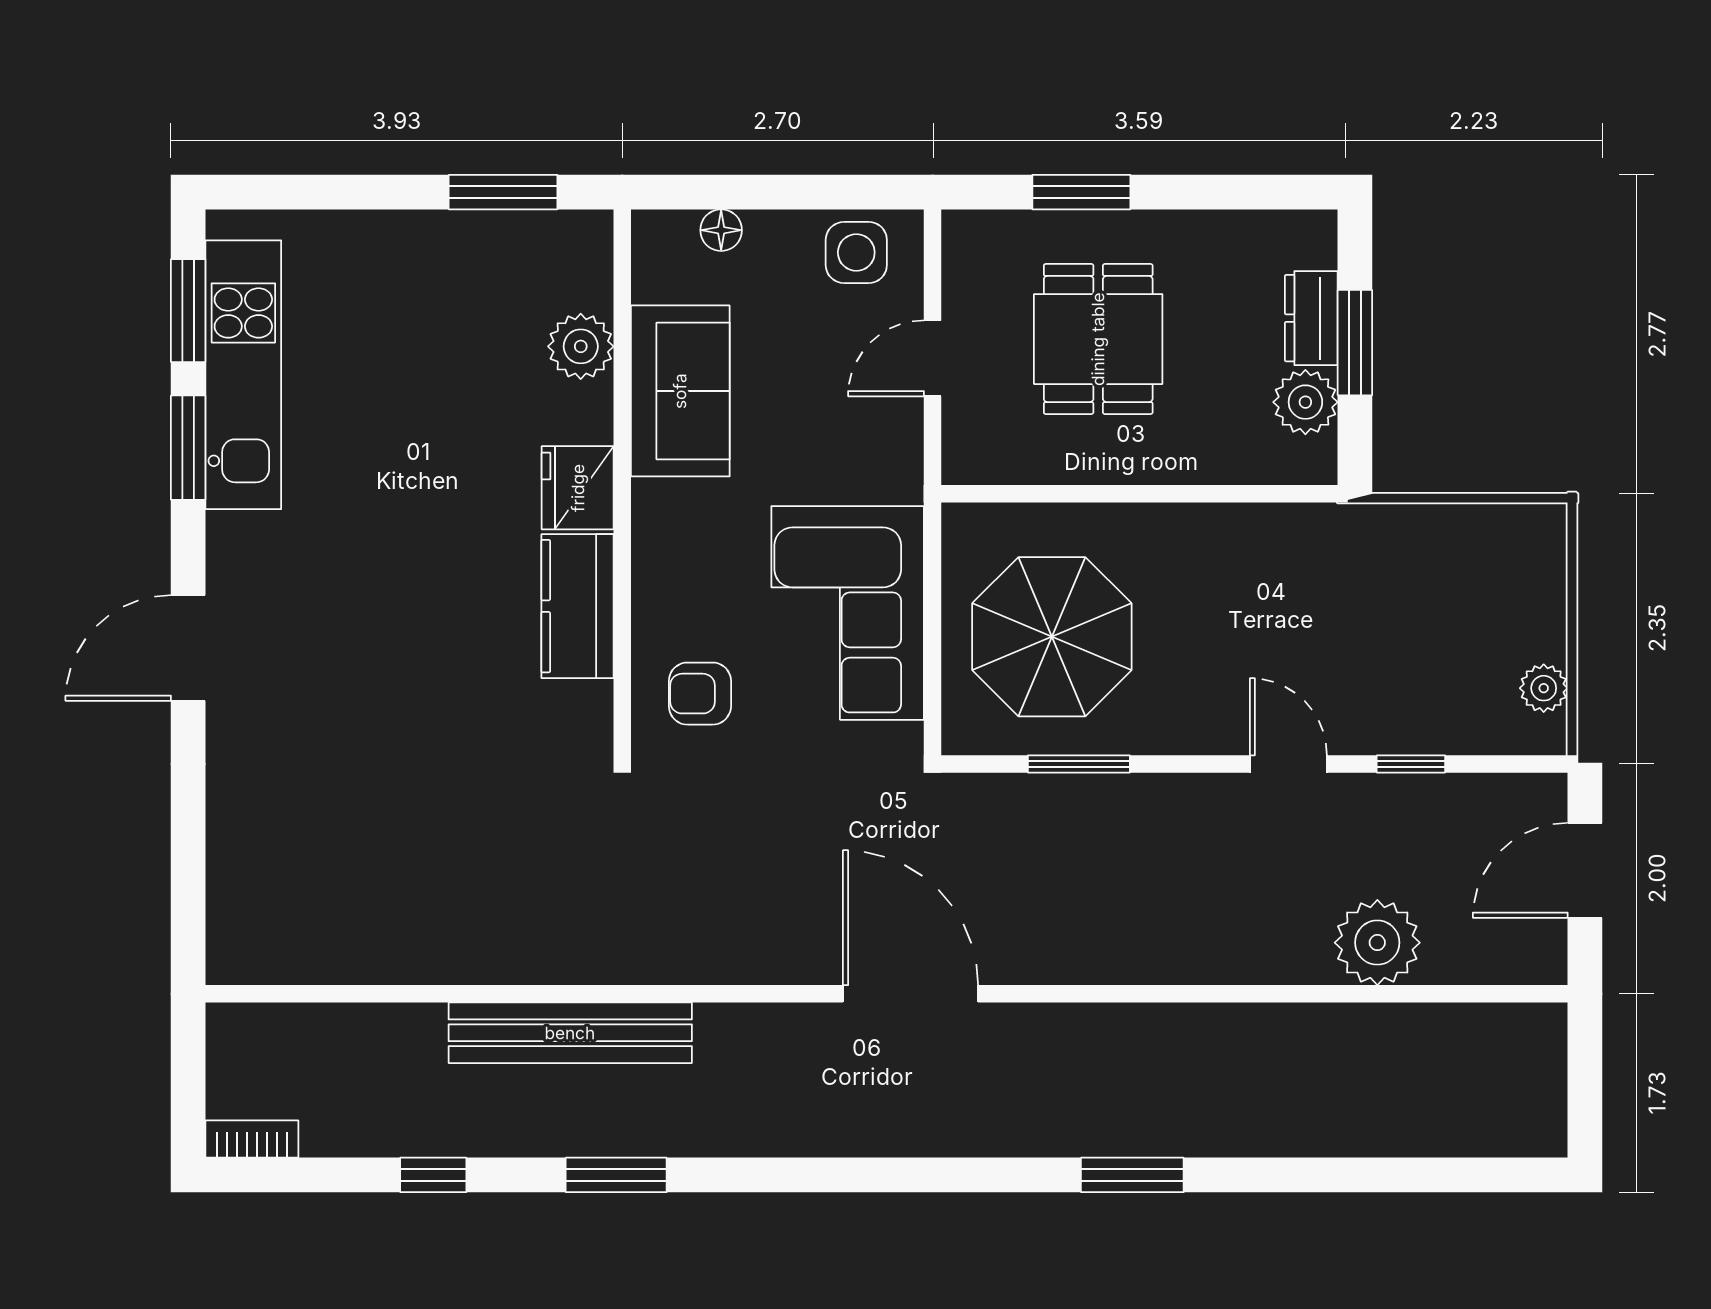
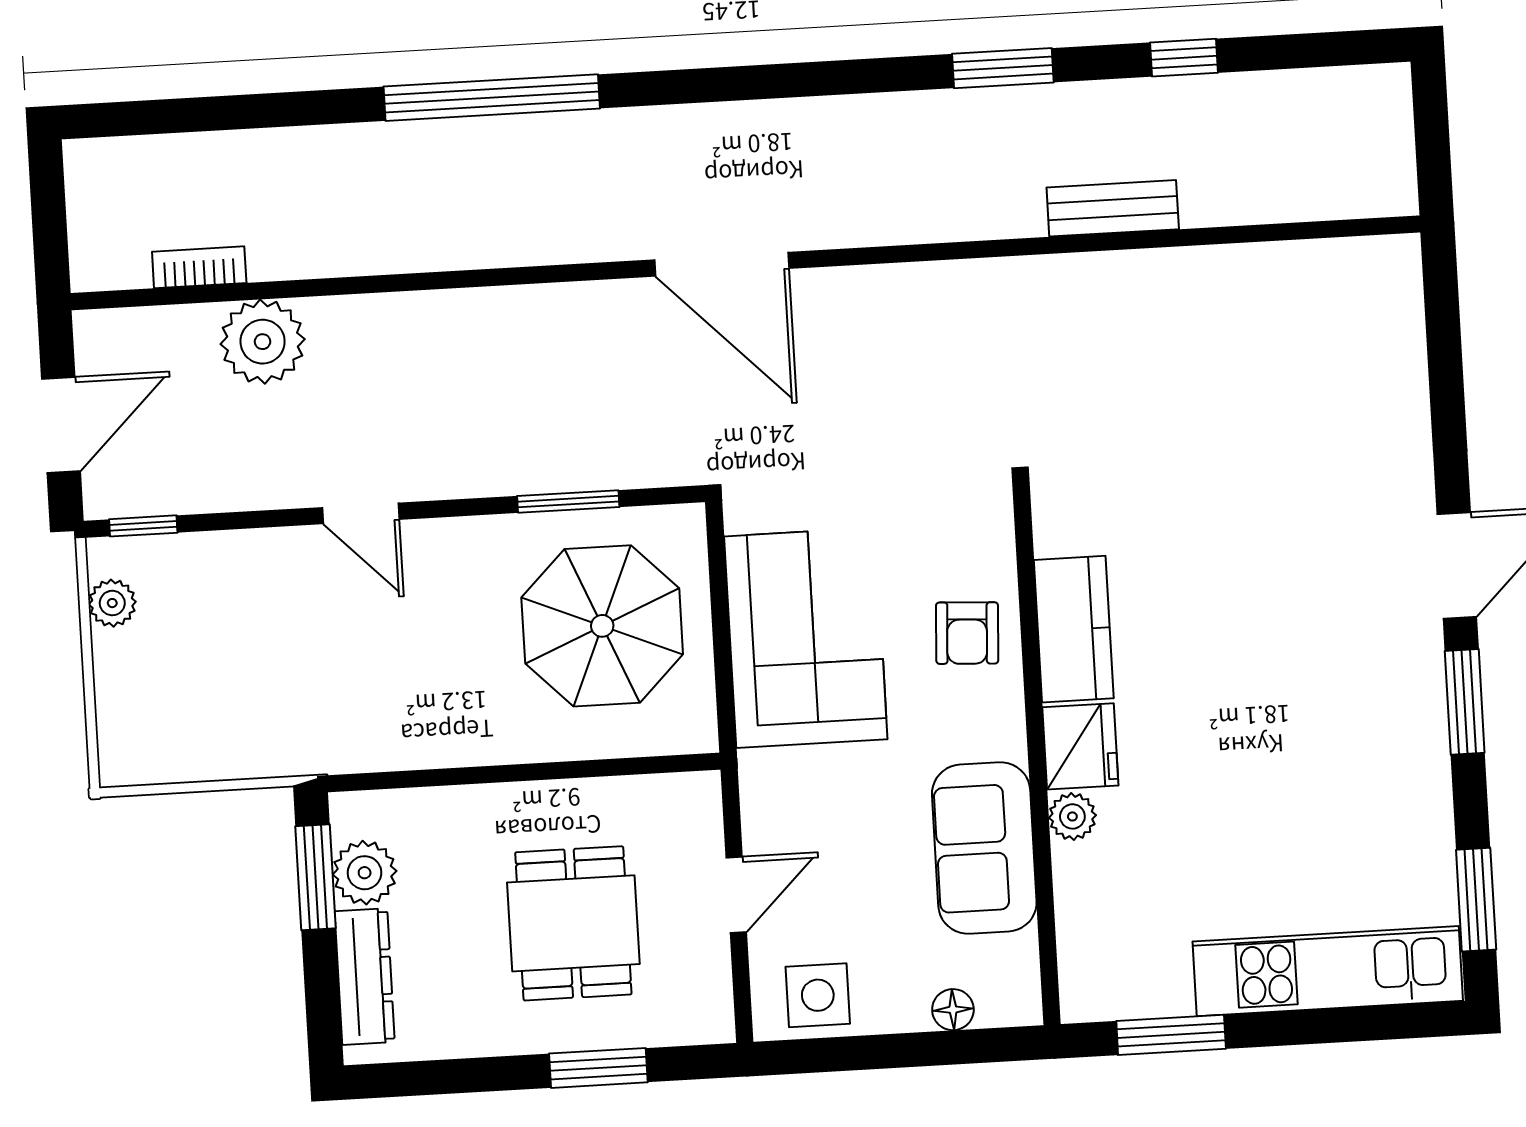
dresser: (1311, 318) -> (365, 977), width x1.44
window: (1355, 343) -> (316, 877), moved
plant: (581, 346) -> (1072, 816), moved, width x0.73, depth x0.73
kitchen unit: (243, 375) -> (1328, 971), moved, turned 90
window: (188, 448) -> (1465, 702), moved
armchair: (700, 694) -> (967, 633), moved, turned 93
window: (1411, 764) -> (143, 526), moved
bench: (570, 1033) -> (1113, 208), width x0.54, depth x0.82
bookcase: (252, 1139) -> (199, 267), moved, turned 180
window: (1132, 1175) -> (492, 98), width x2.11

